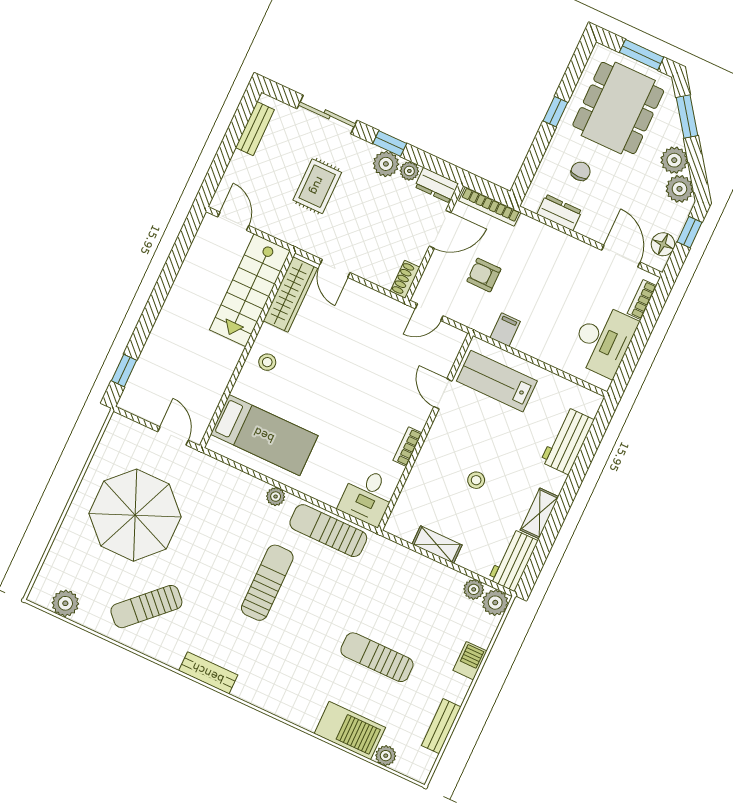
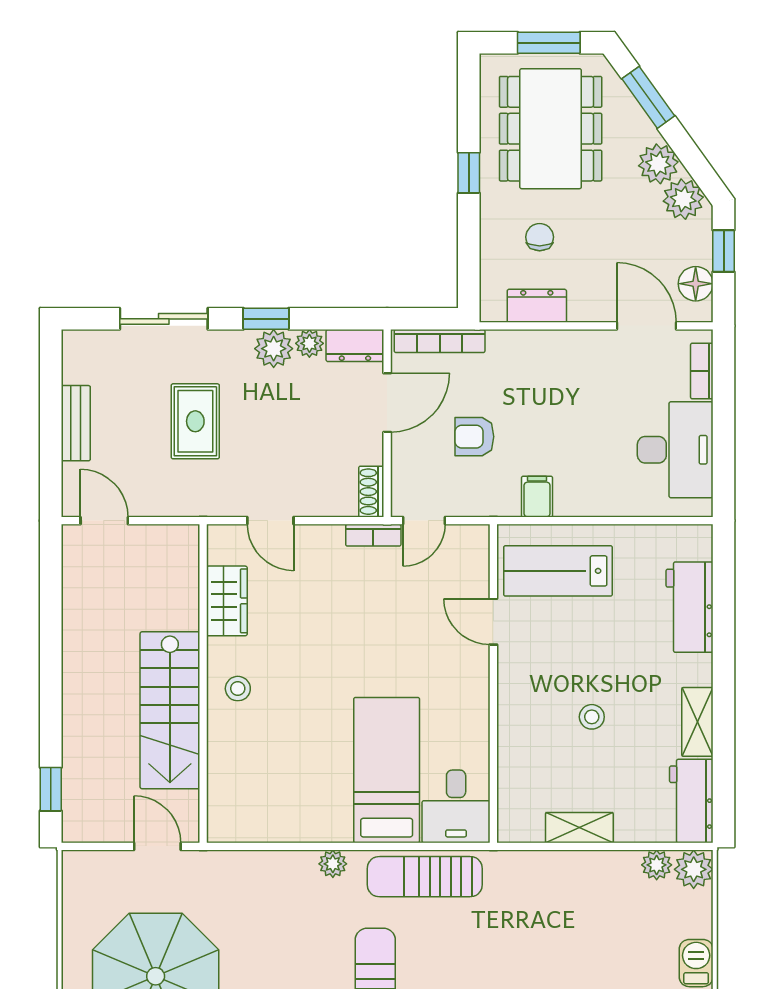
bench: (255, 129) -> (76, 423), moved
stairs: (250, 290) -> (170, 710), moved
wardrobe: (290, 295) -> (227, 601), width x0.67
bed: (264, 435) -> (387, 770), moved, turned -90
bookcase: (408, 447) -> (373, 535), moved, turned -90

